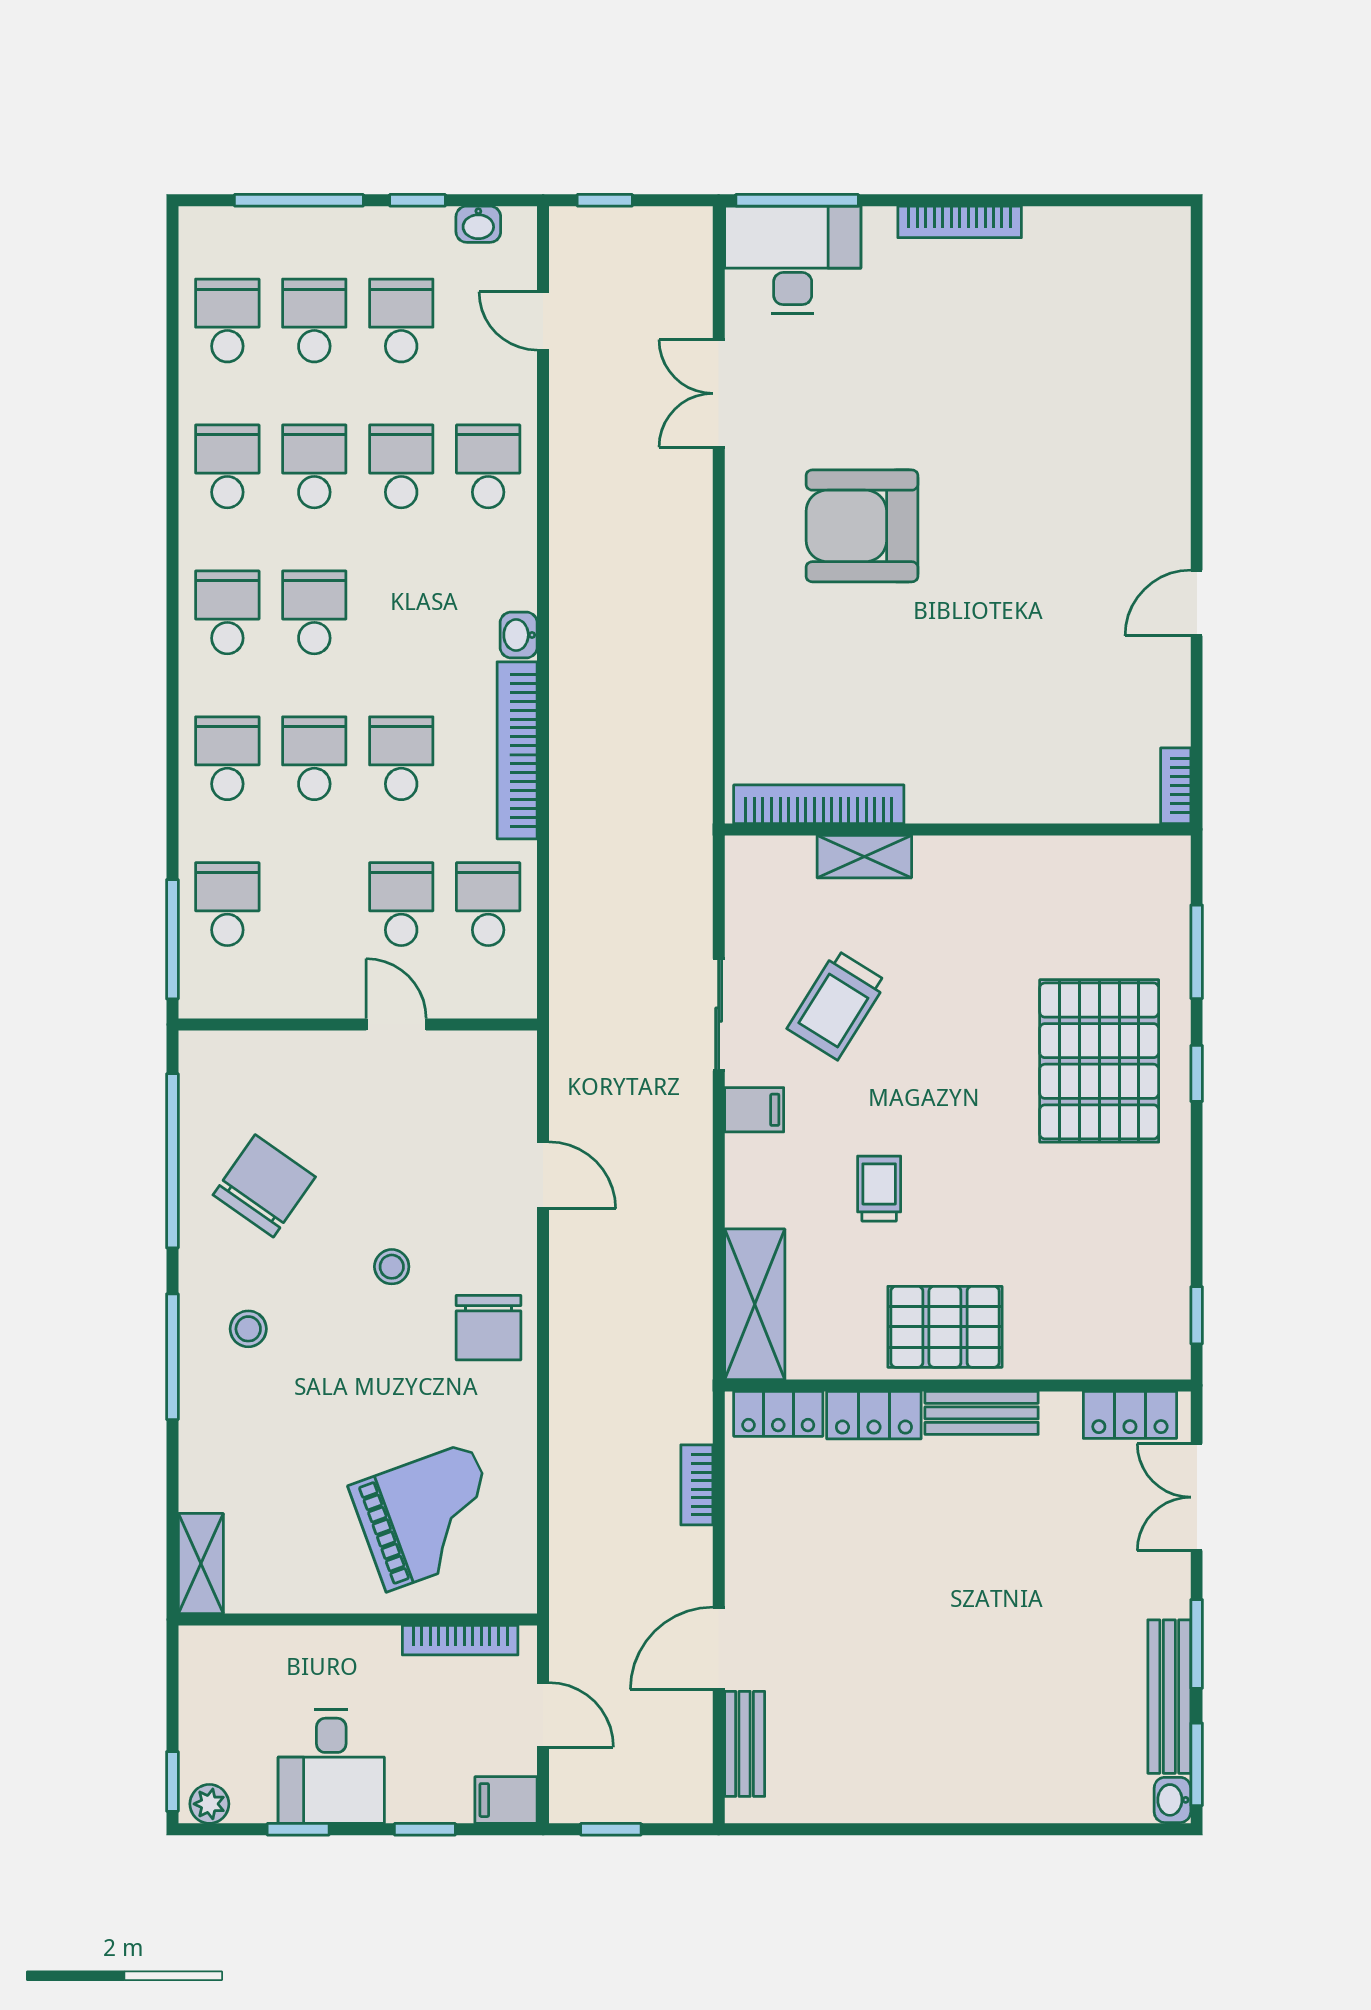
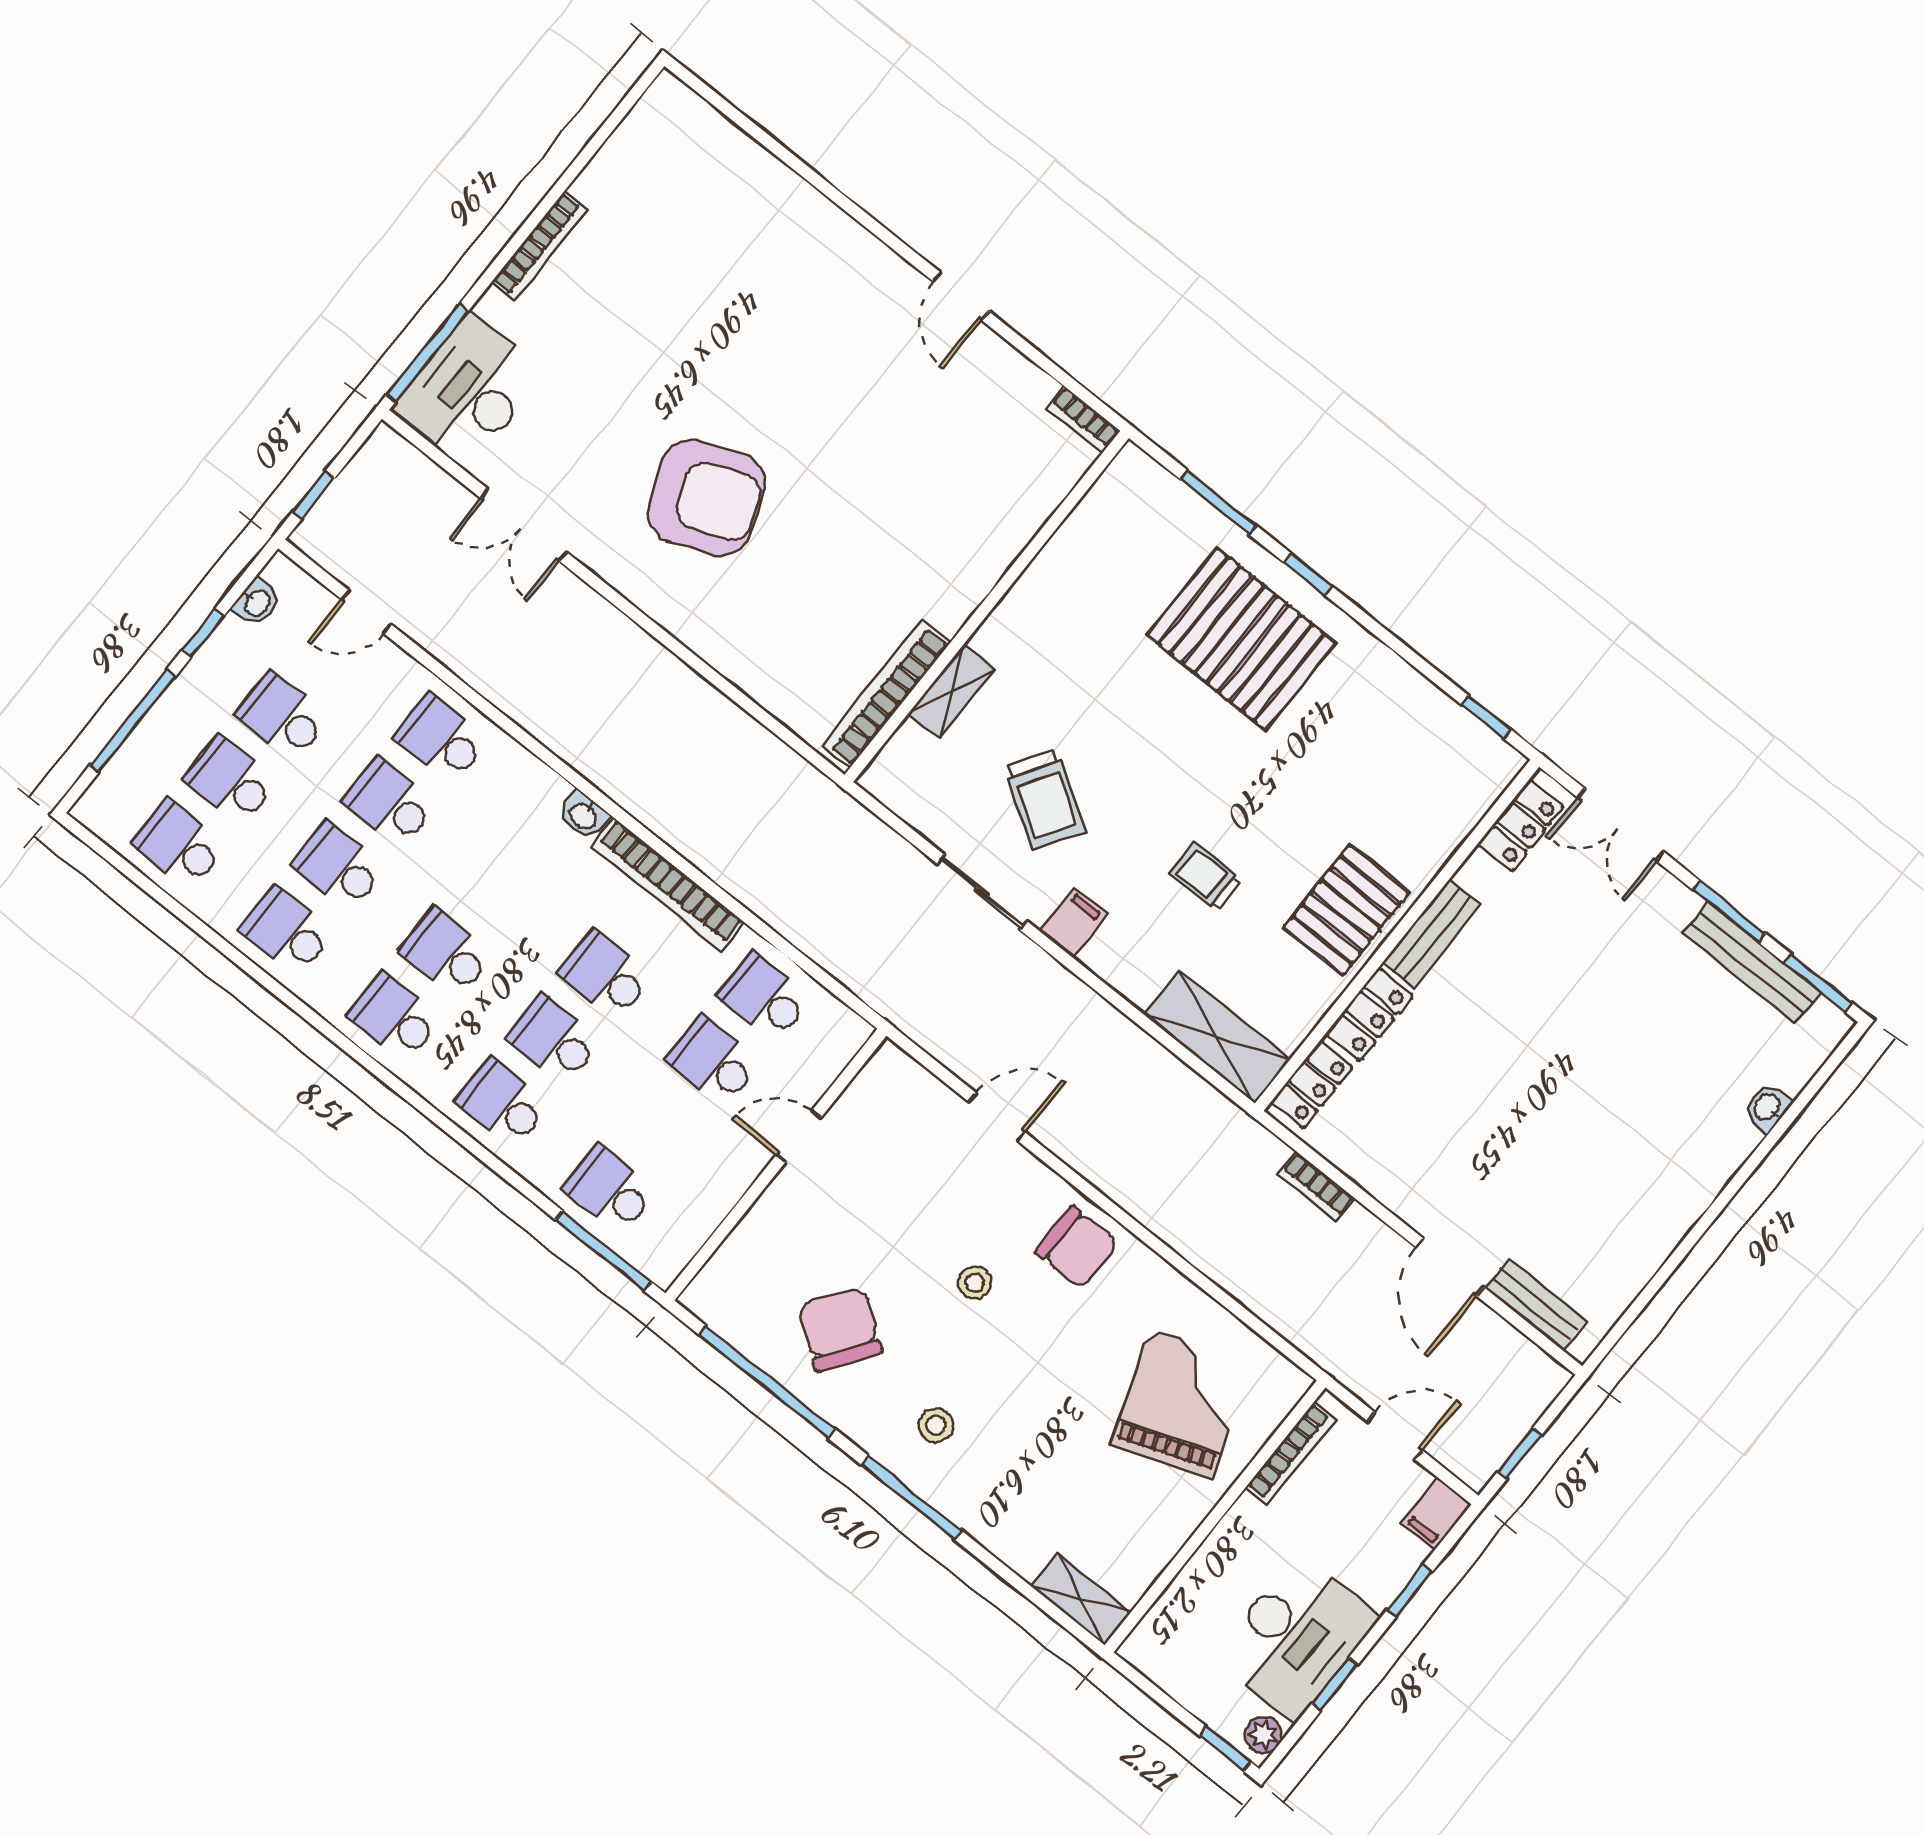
armchair: (862, 526) -> (706, 498), turned -112
desk: (331, 1766) -> (1296, 1637), width x1.37
washbasin: (1172, 1800) -> (1767, 1108), moved, turned 90

